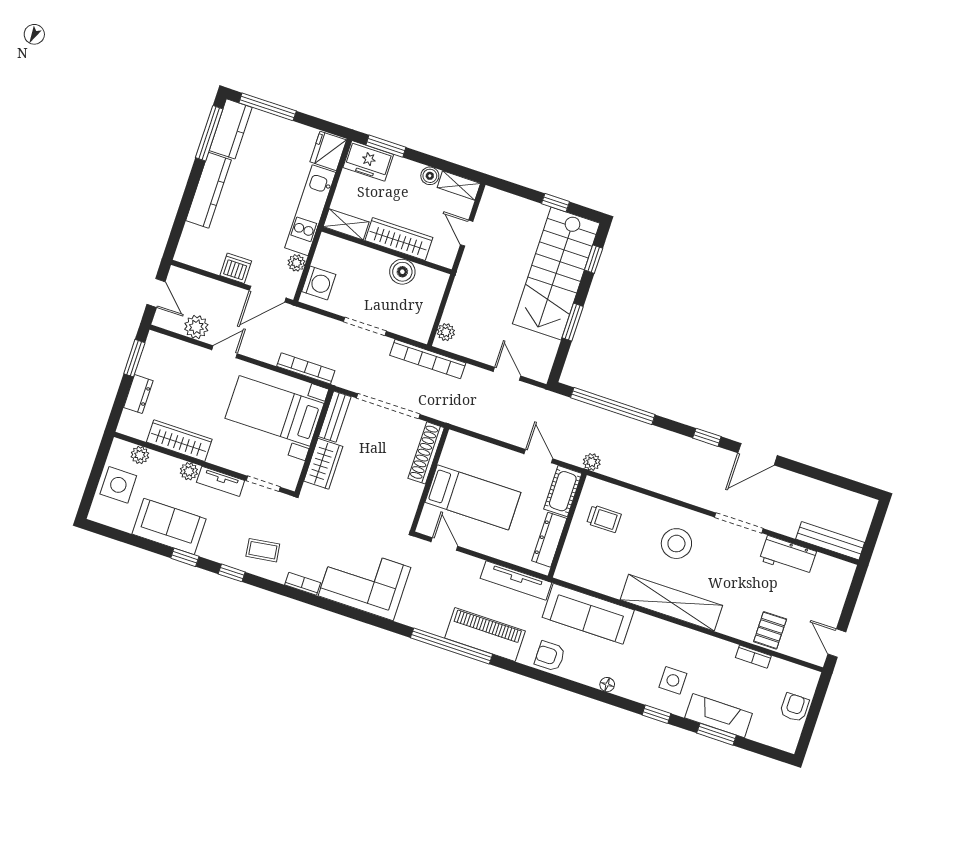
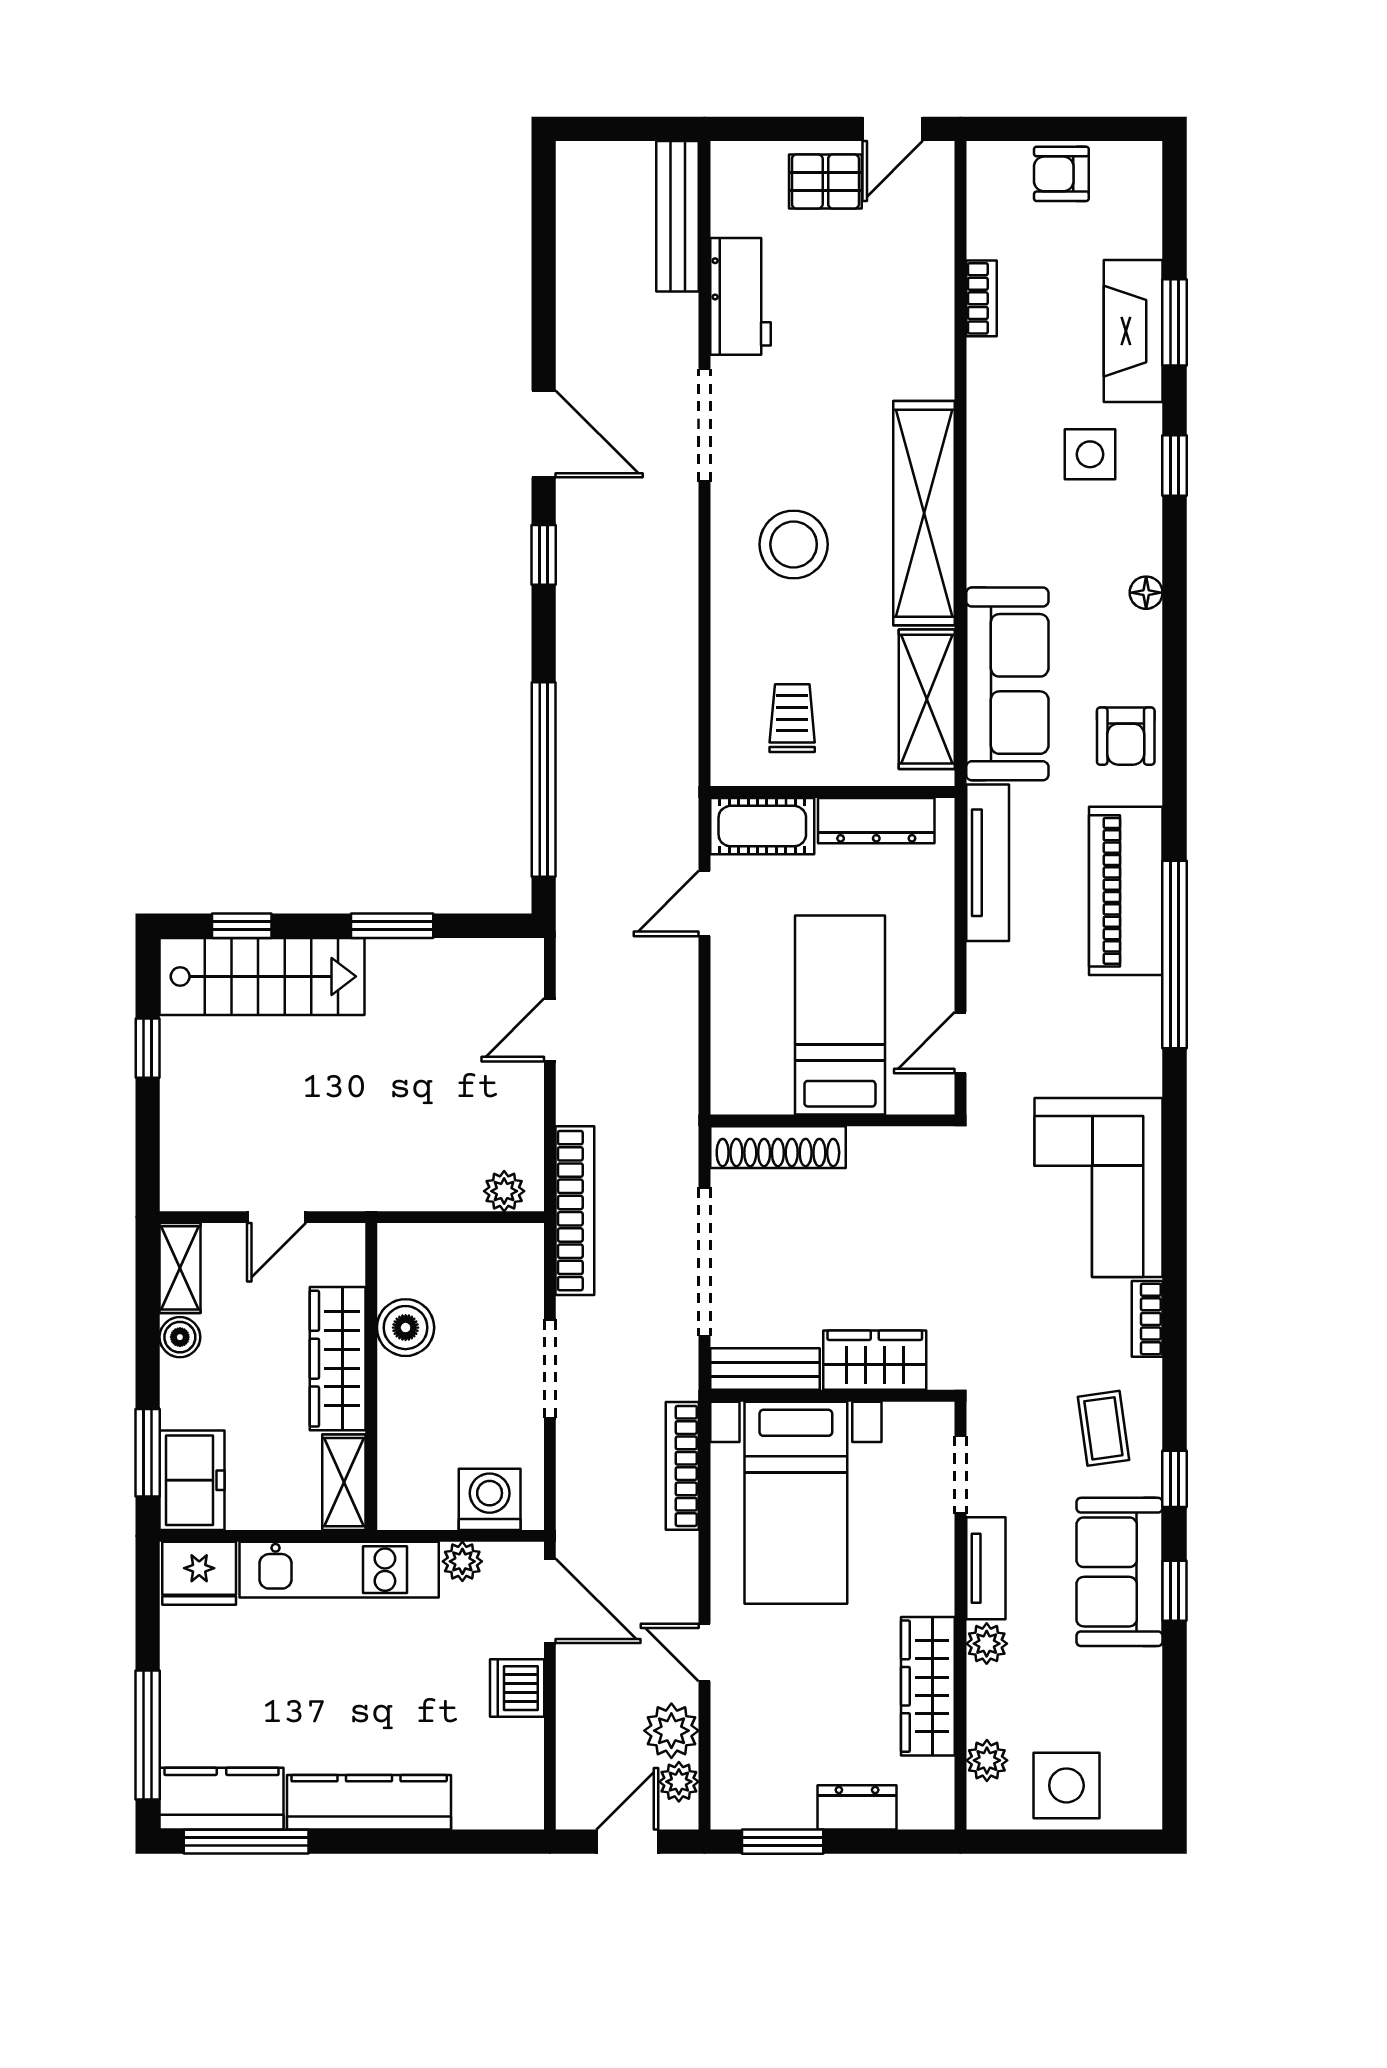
stairs: (556, 273) -> (262, 976), width x0.73, depth x0.66
plant: (592, 462) -> (679, 1782), moved
sofa: (169, 526) -> (1119, 1572), moved
shelving: (593, 578) -> (927, 699), added
pallet: (770, 630) -> (825, 181), moved

